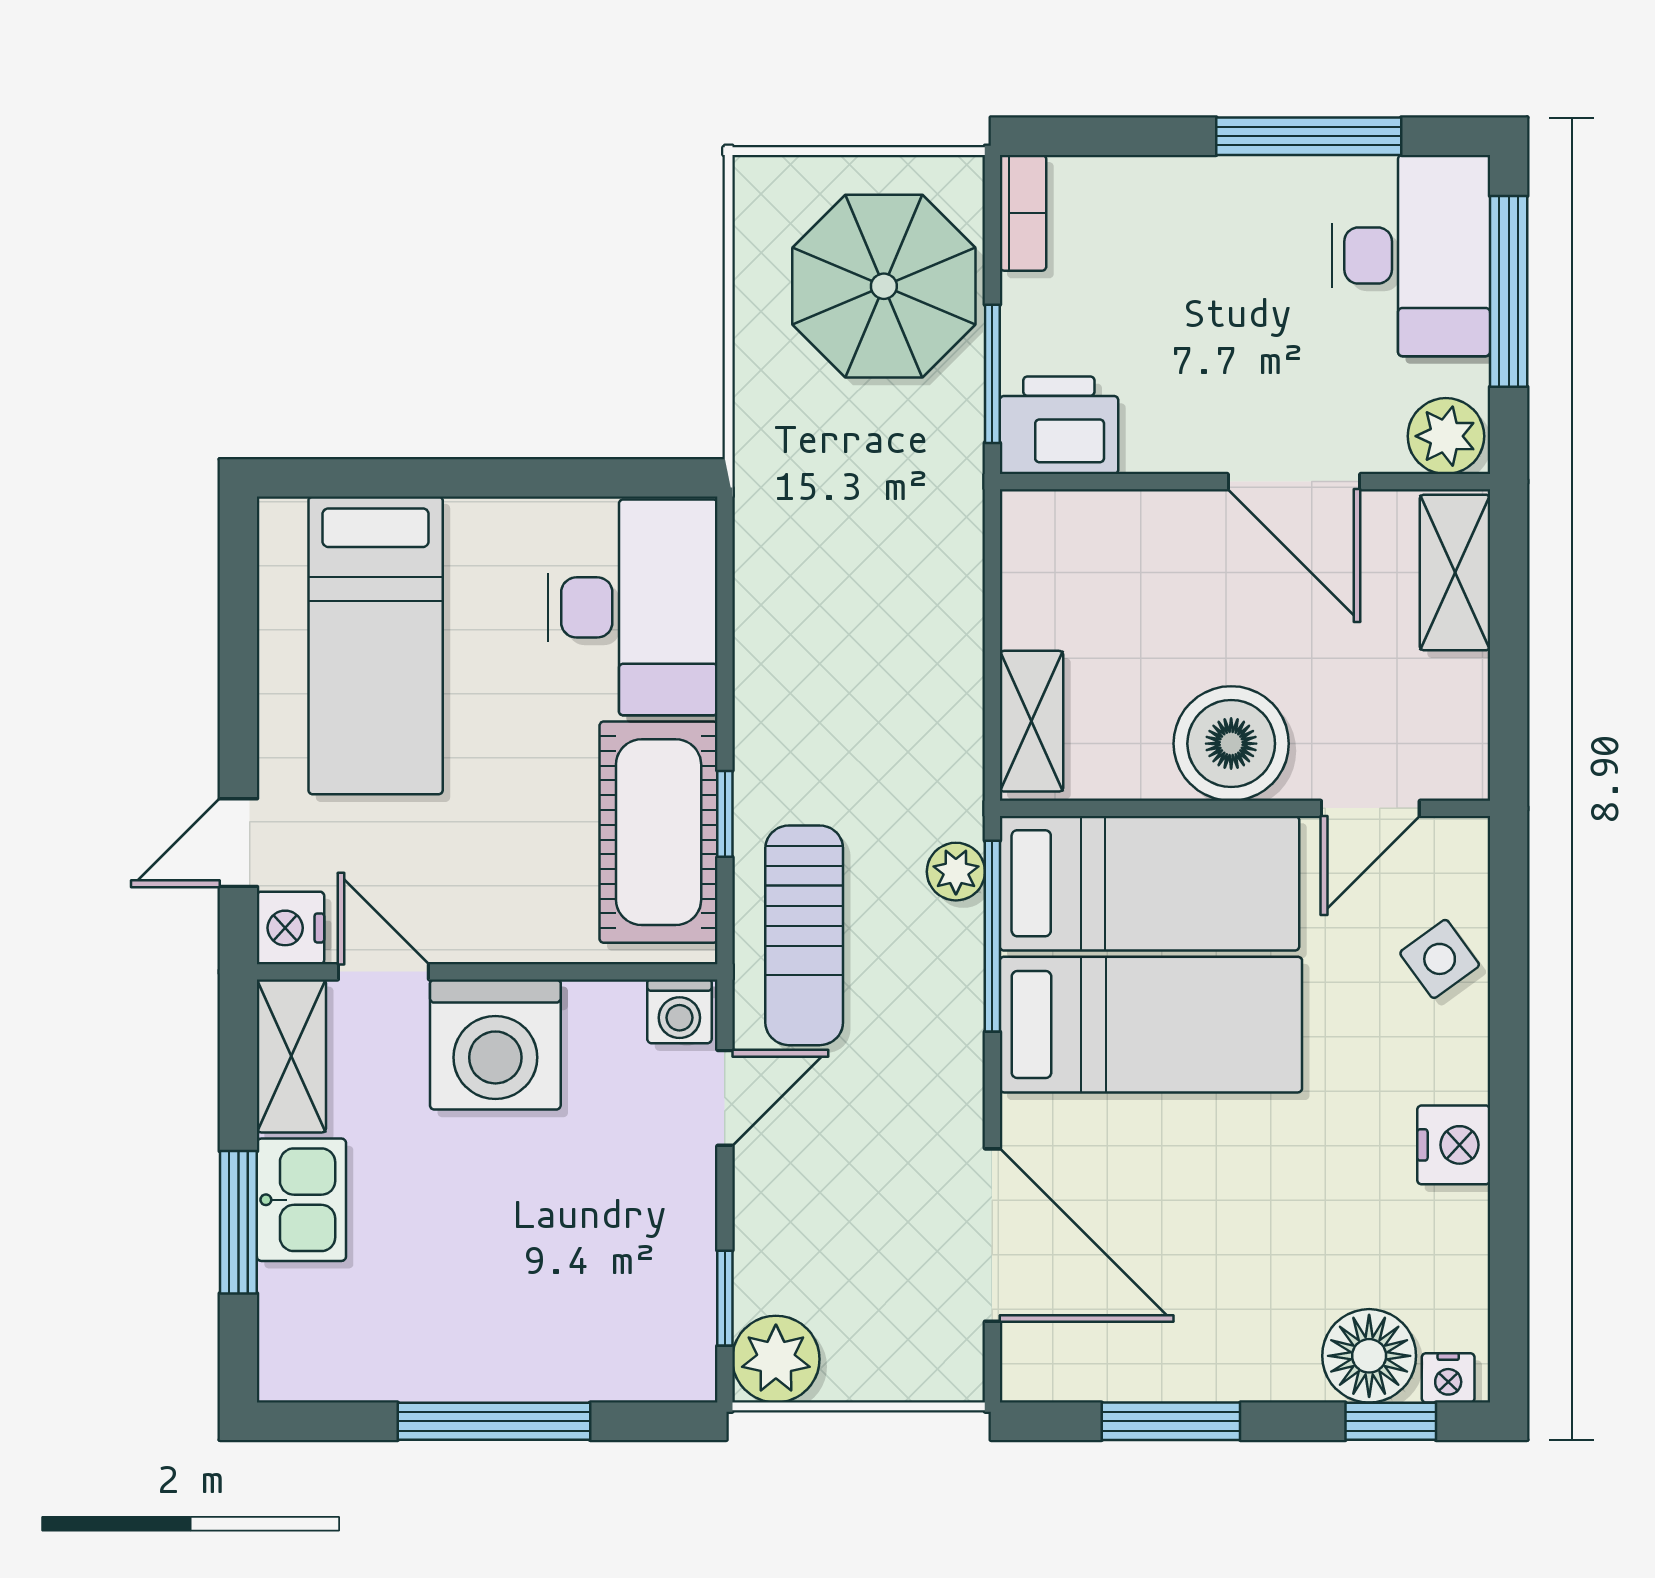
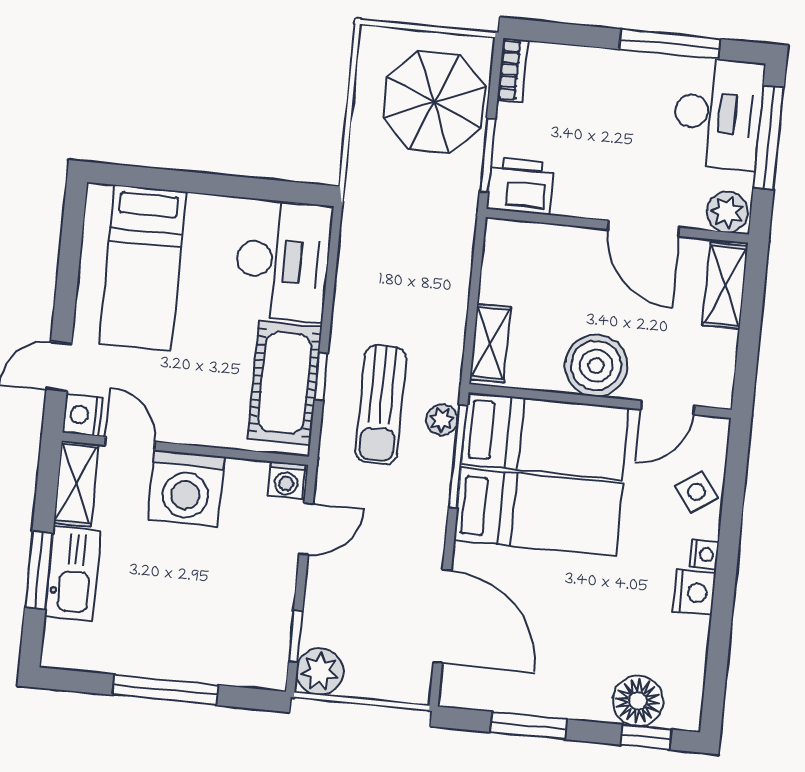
sun lounger: (804, 935) -> (381, 405), moved
kitchen sink: (301, 1200) -> (73, 573), width x1.38
nightstand: (1448, 1378) -> (704, 555), moved, turned -90

